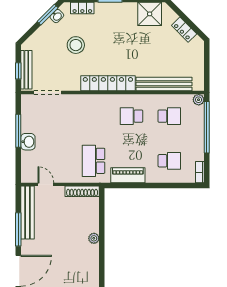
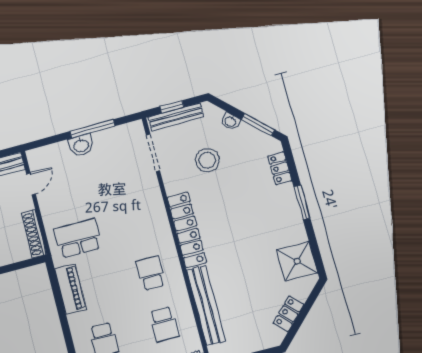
washbasin: (57, 16) -> (230, 121), moved
stool: (76, 45) -> (207, 160), moved

